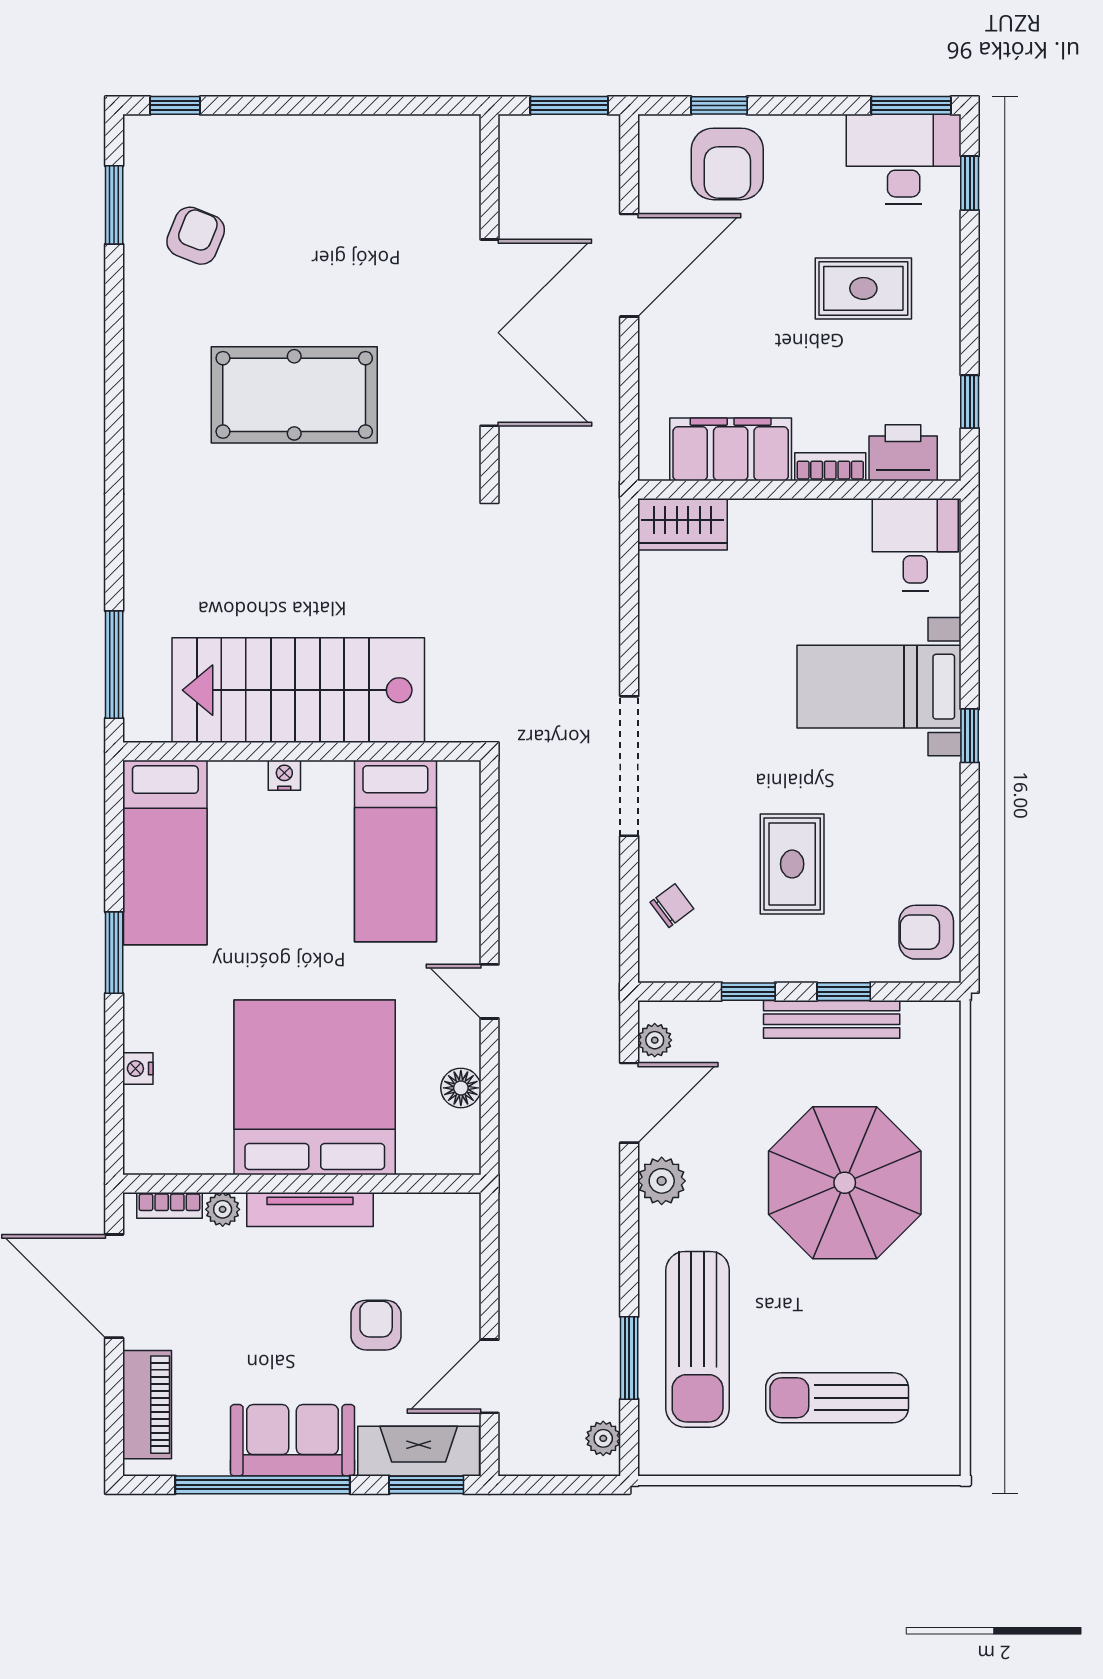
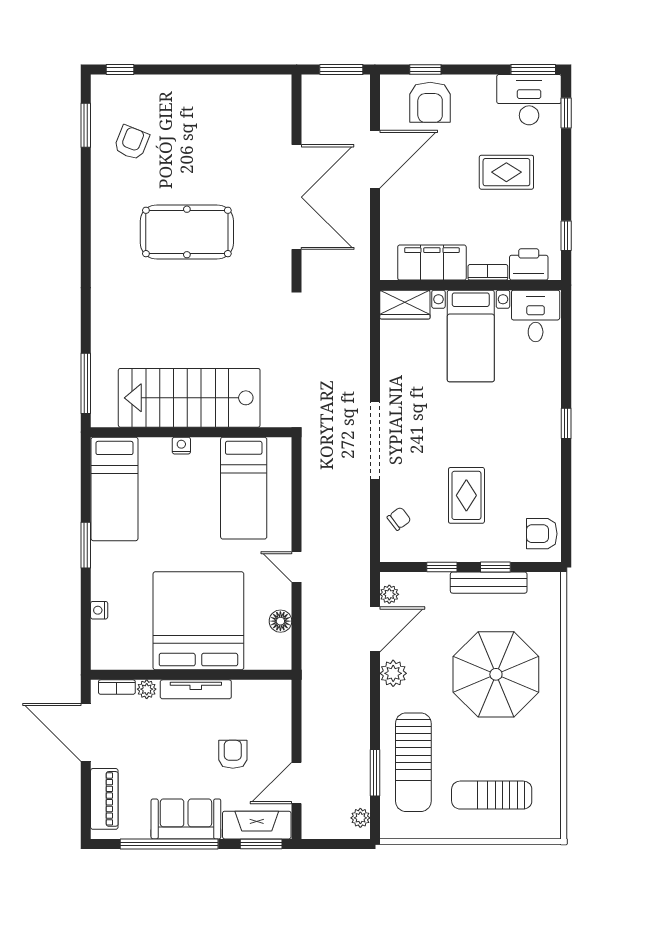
bed with nightstands: (879, 687) -> (471, 336), moved, turned -90

